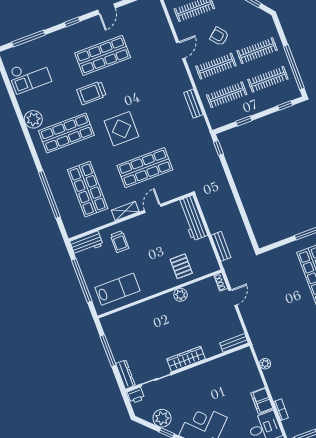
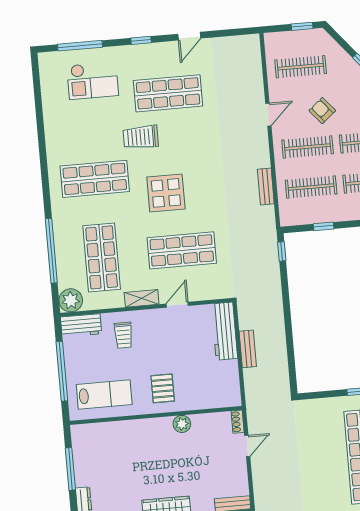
checkout: (30, 76) -> (93, 81), moved
plant: (33, 119) -> (71, 300), moved
bench: (221, 246) -> (248, 349), moved
pallet: (181, 266) -> (163, 388), moved

